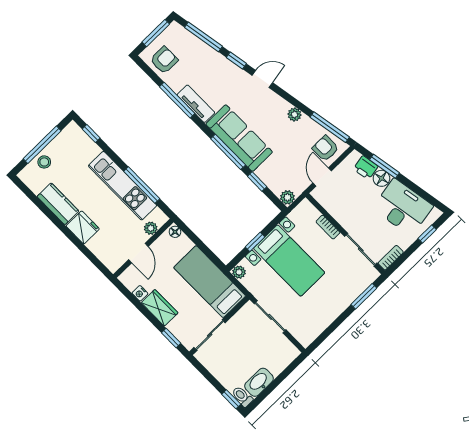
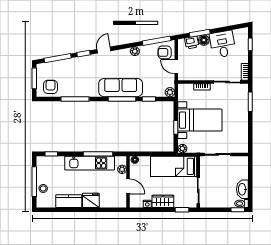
tv unit: (196, 104) -> (85, 92), removed
desk: (403, 207) -> (223, 44), width x0.73

